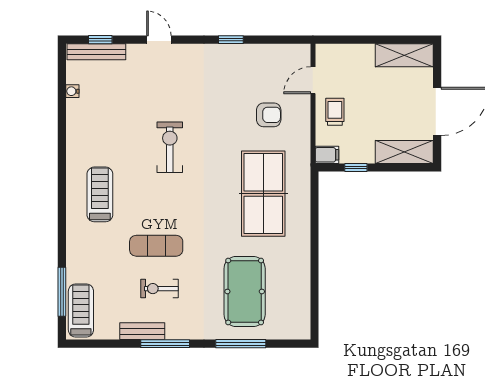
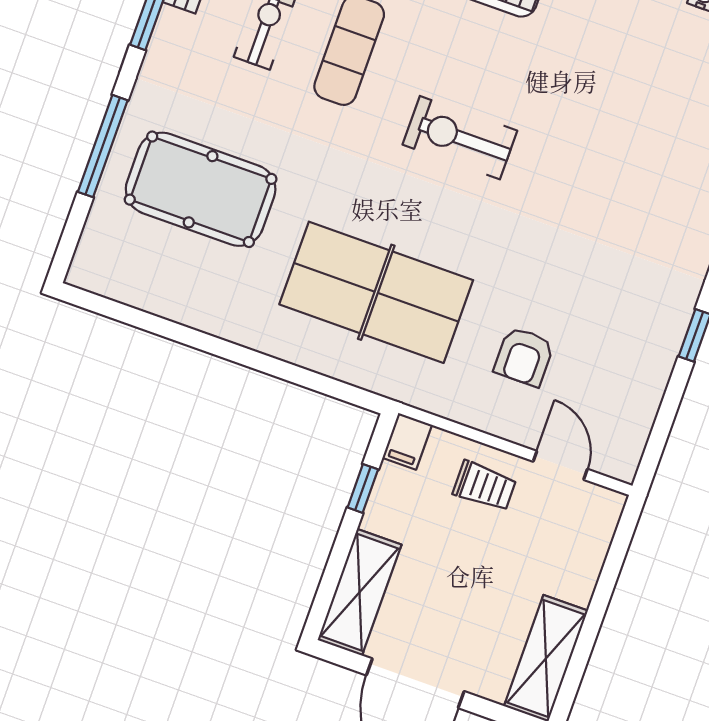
exercise bike: (170, 147) -> (460, 138), moved, turned 180

